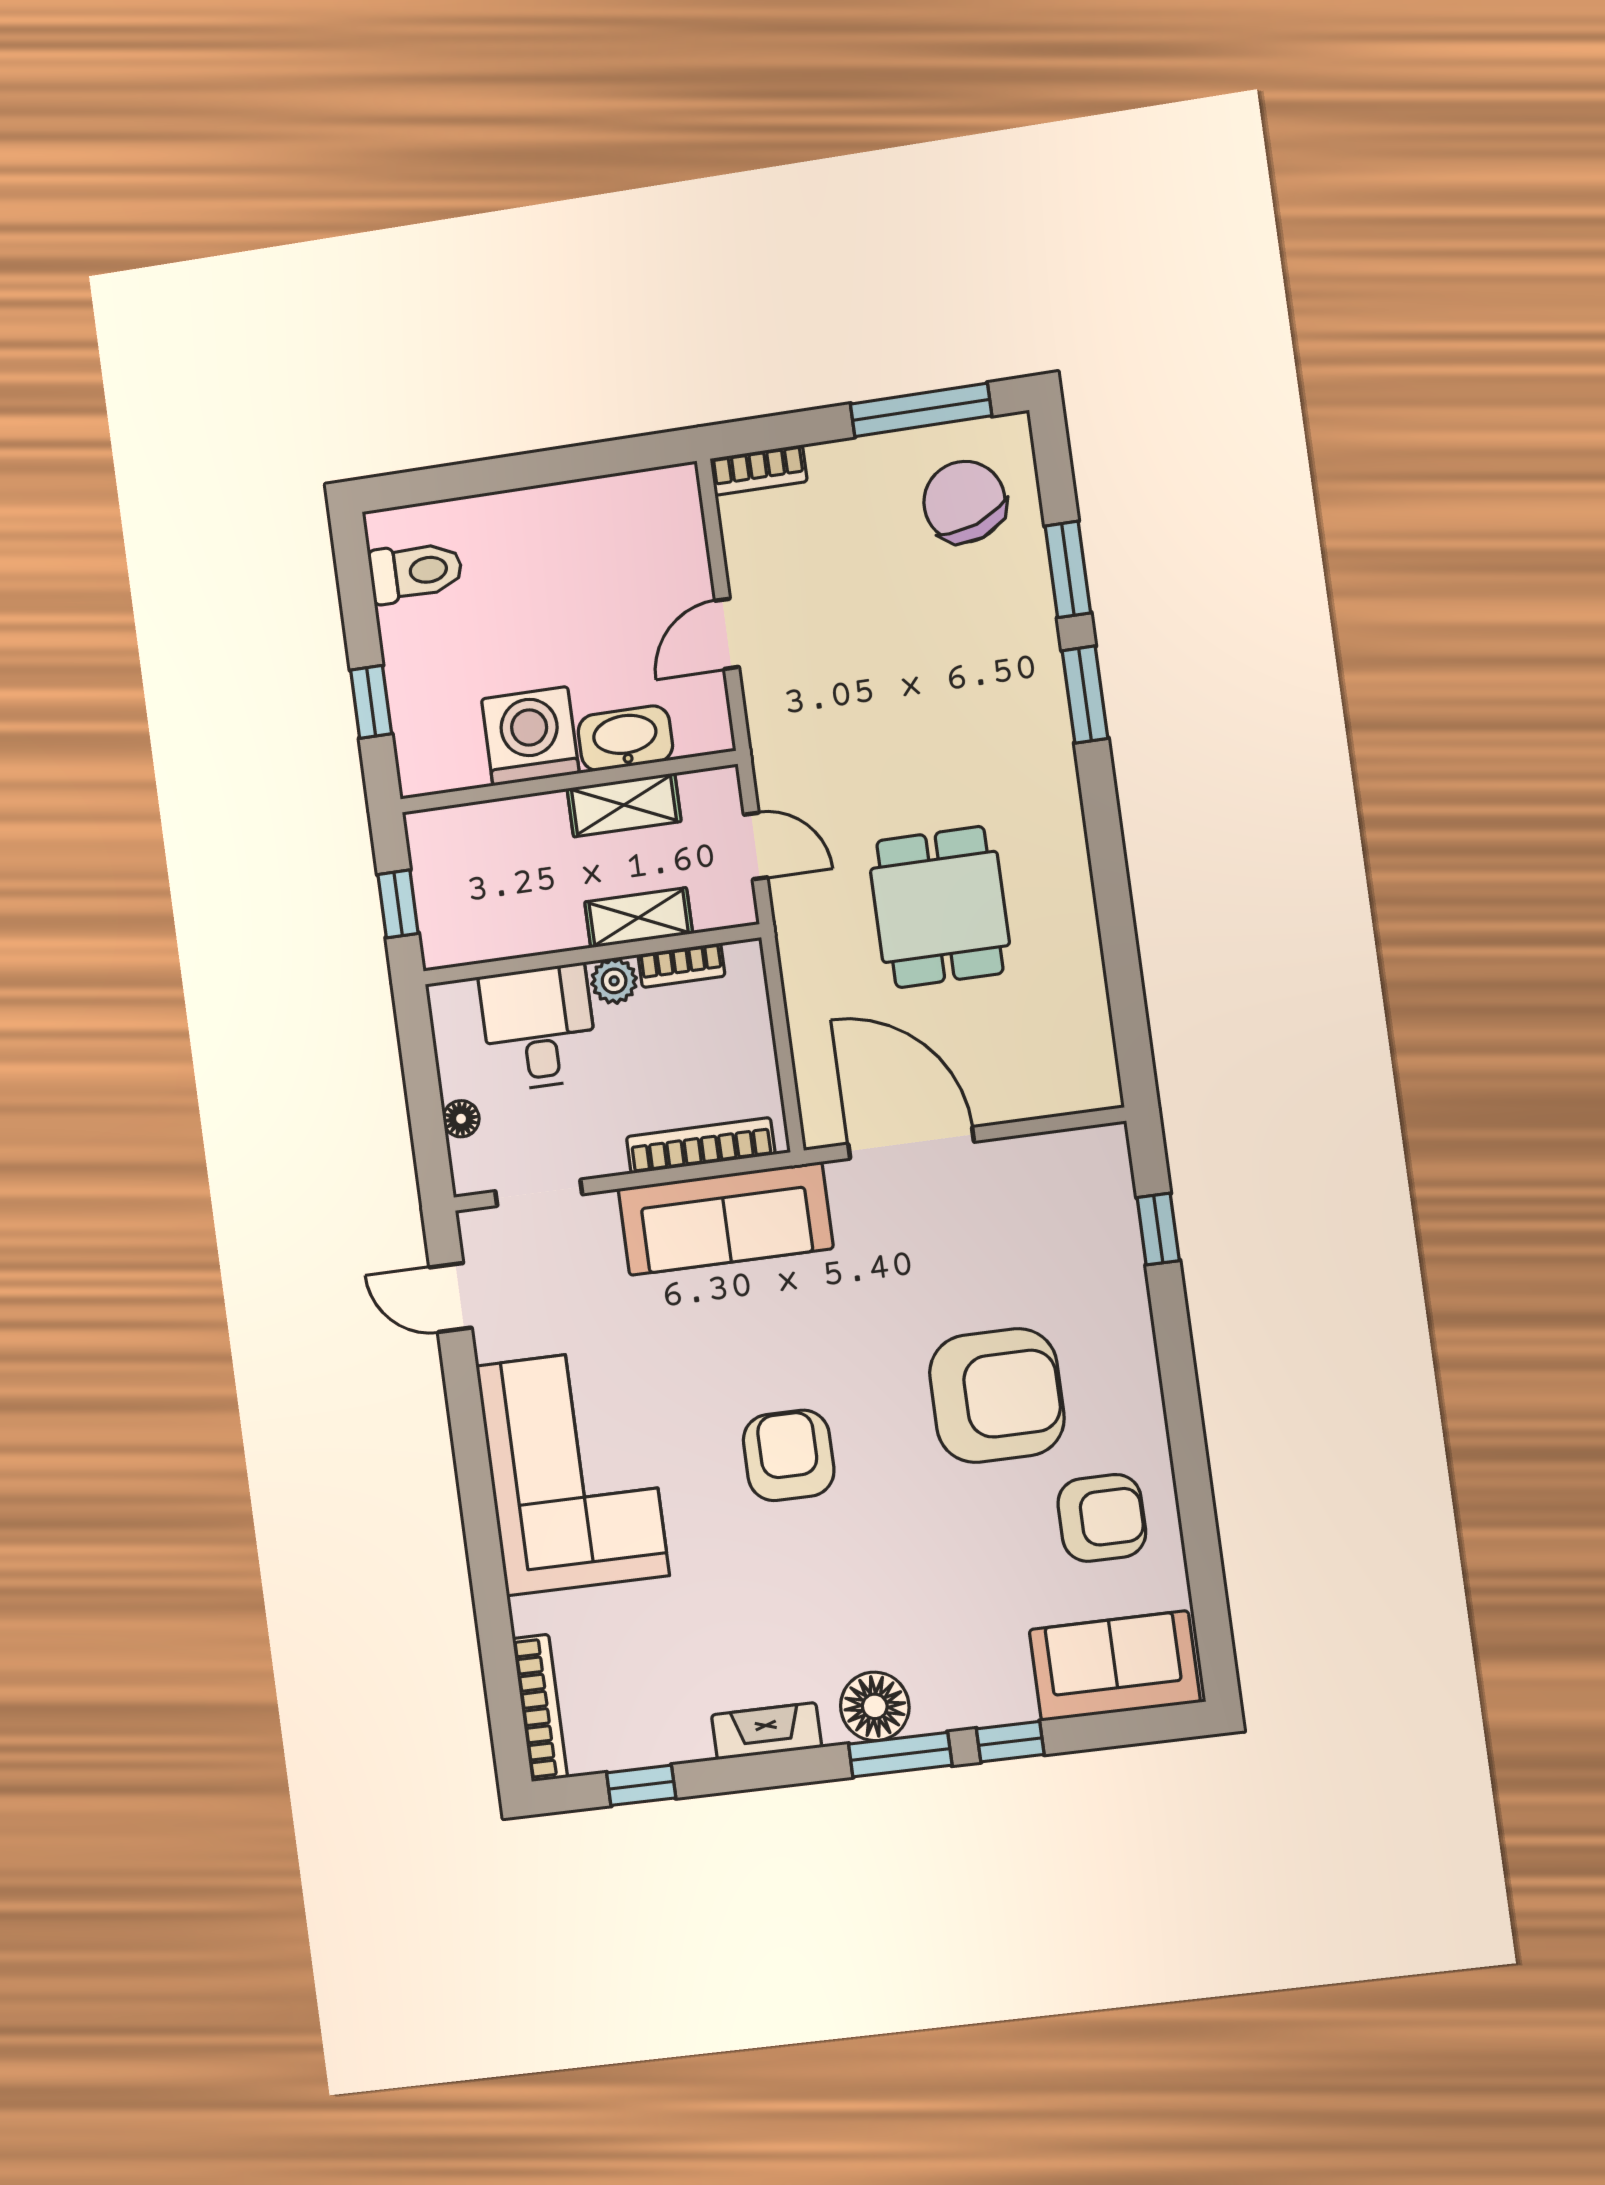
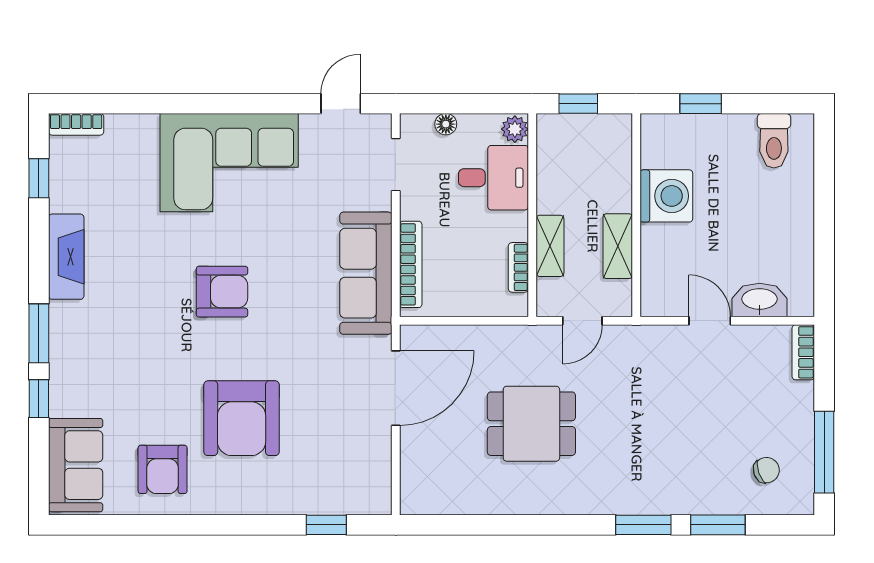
chair: (964, 502) -> (766, 470), width x0.54, depth x0.54
washbasin: (625, 738) -> (760, 300), moved, turned -90
plant: (614, 981) -> (515, 129), moved
floor lamp: (875, 1706) -> (69, 322), removed
bookcase: (540, 1708) -> (76, 124), width x0.64
fireplace: (767, 1731) -> (66, 257), width x1.37, depth x1.32

